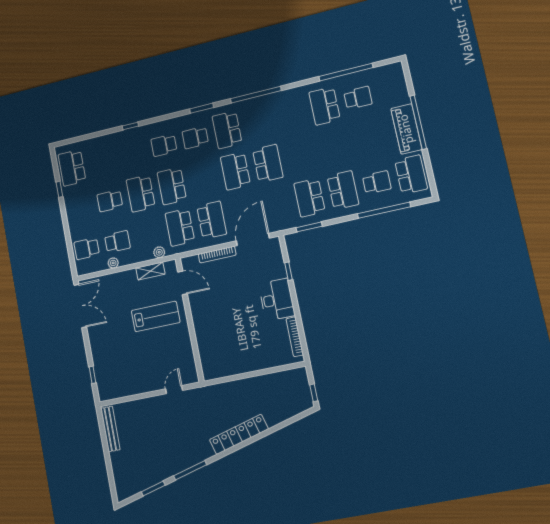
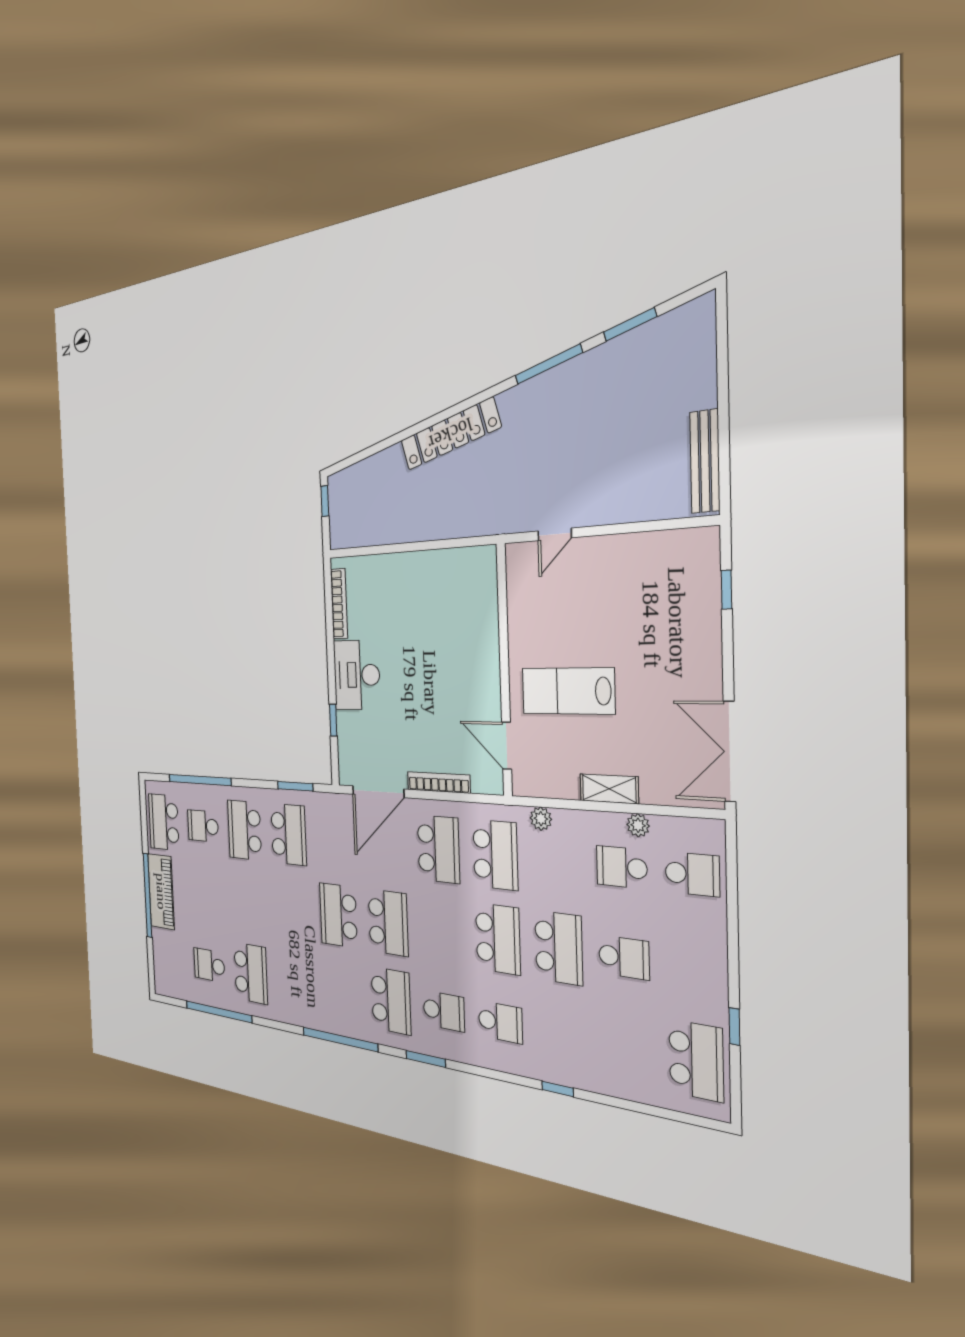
school desk: (212, 220) -> (438, 849), turned 180
shelving: (150, 271) -> (609, 789), moved

